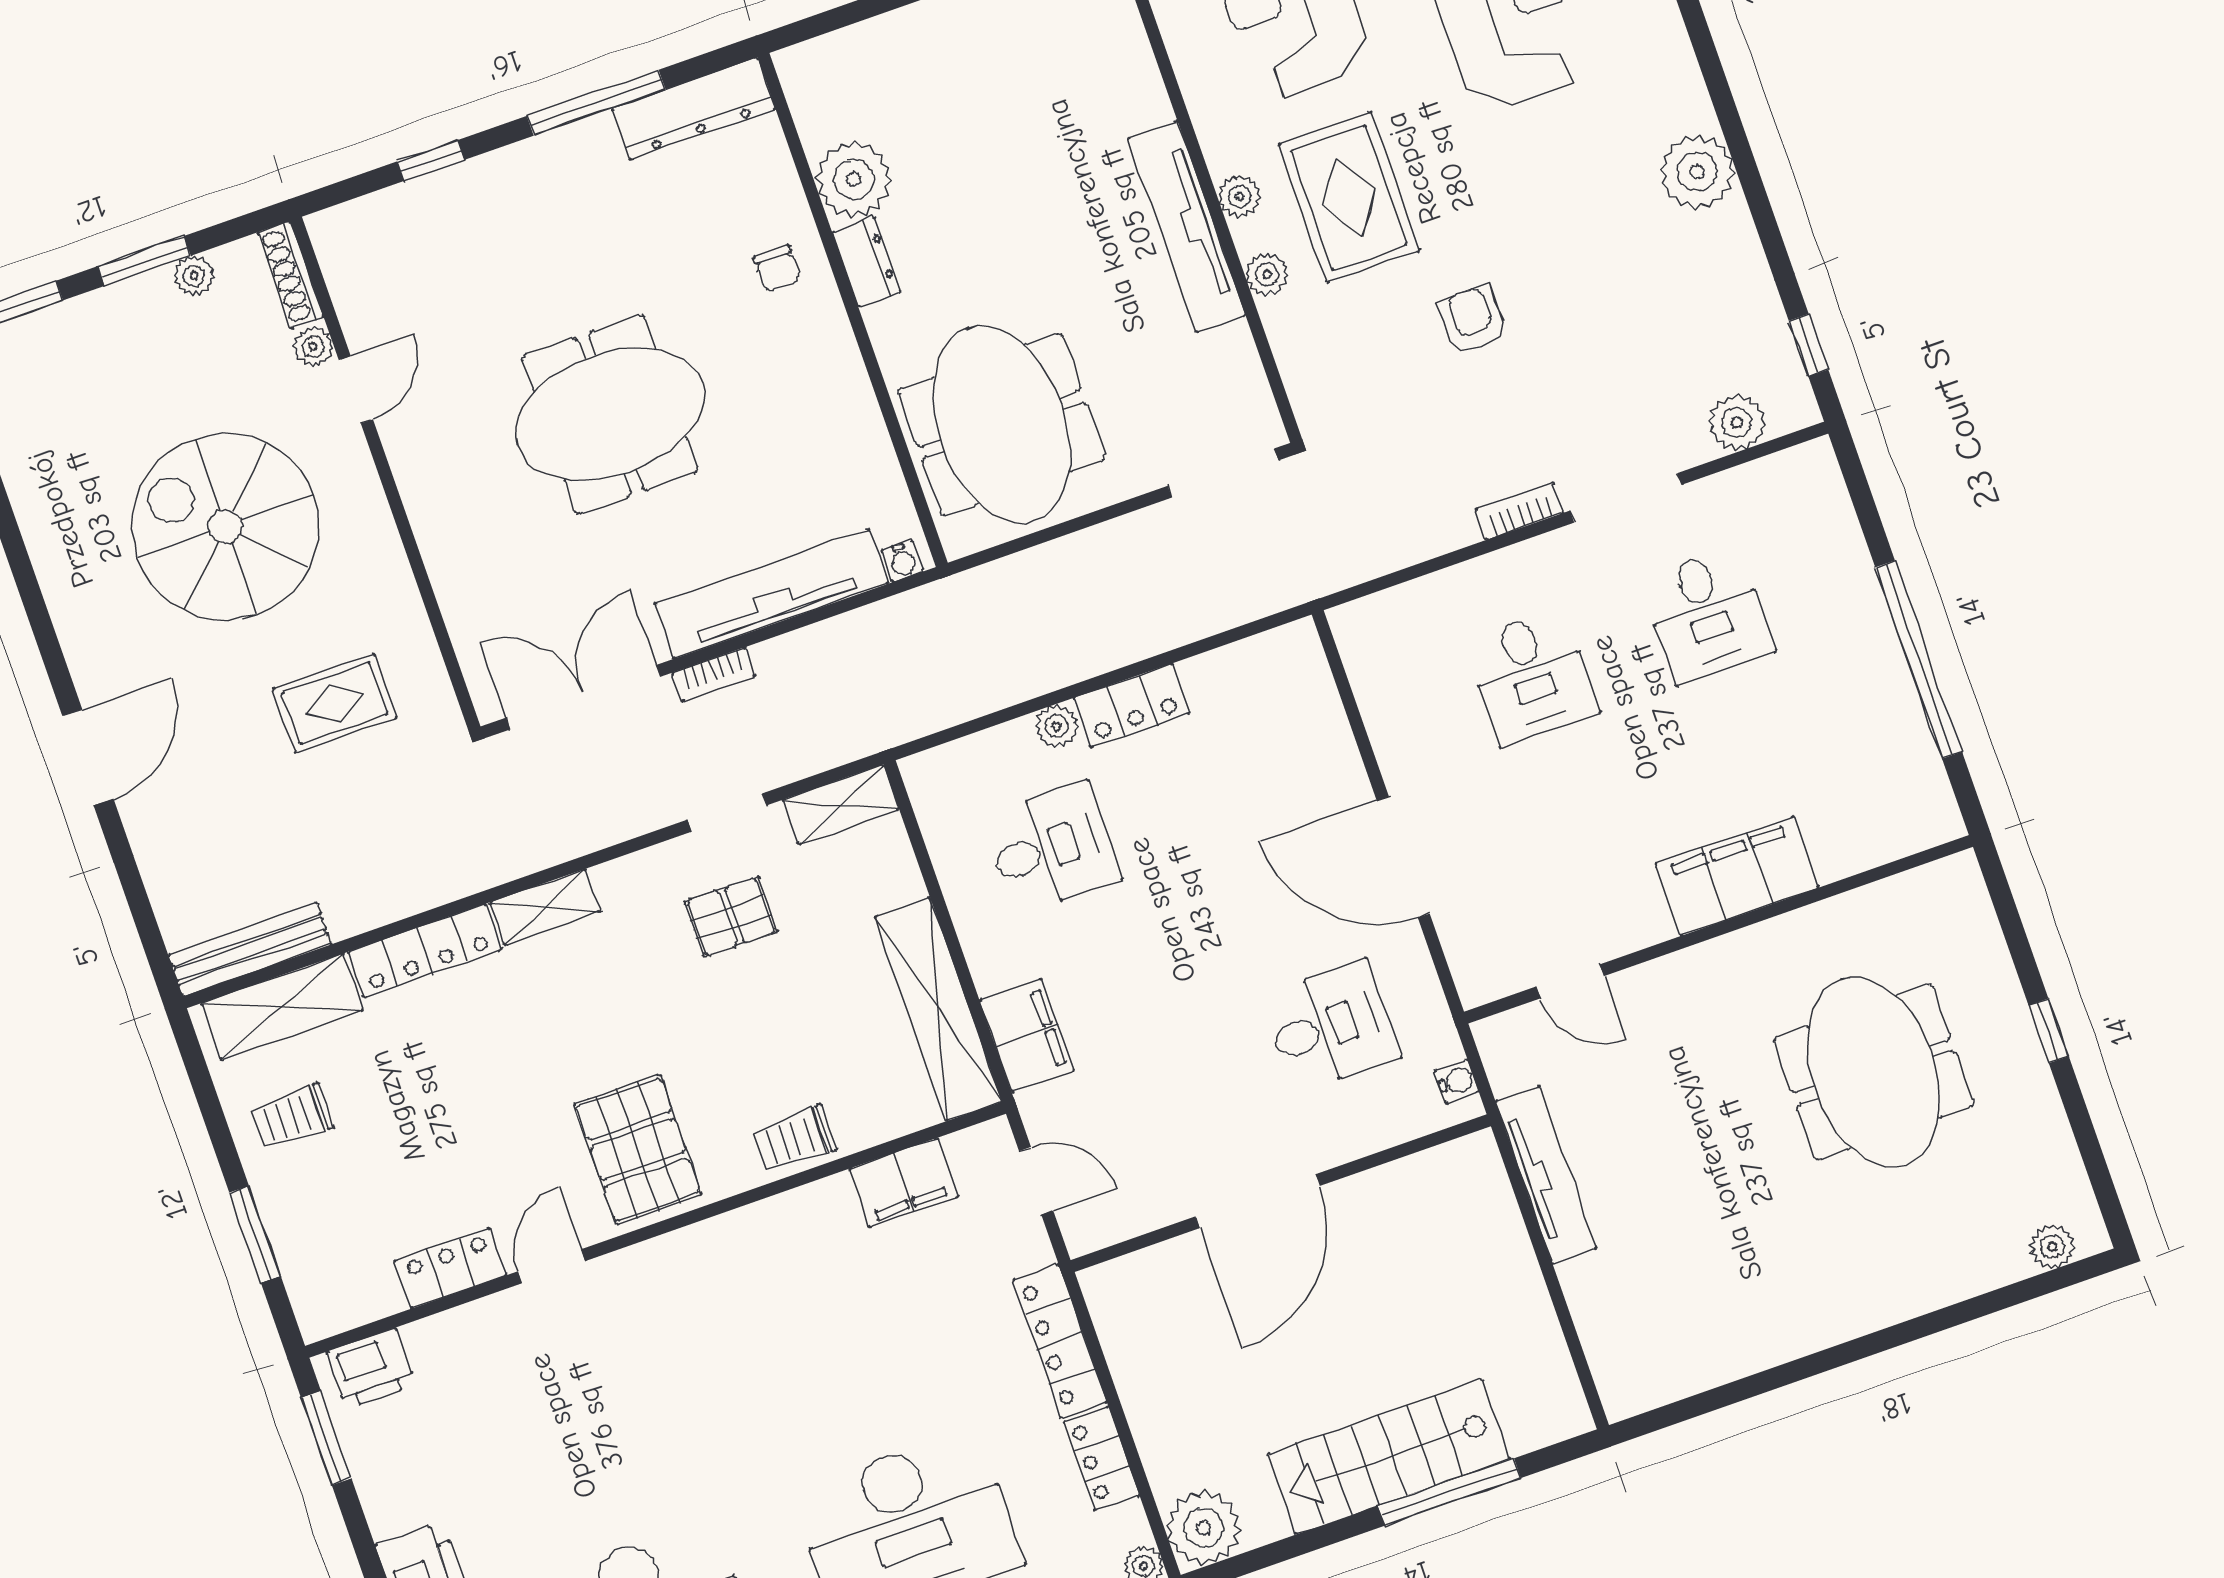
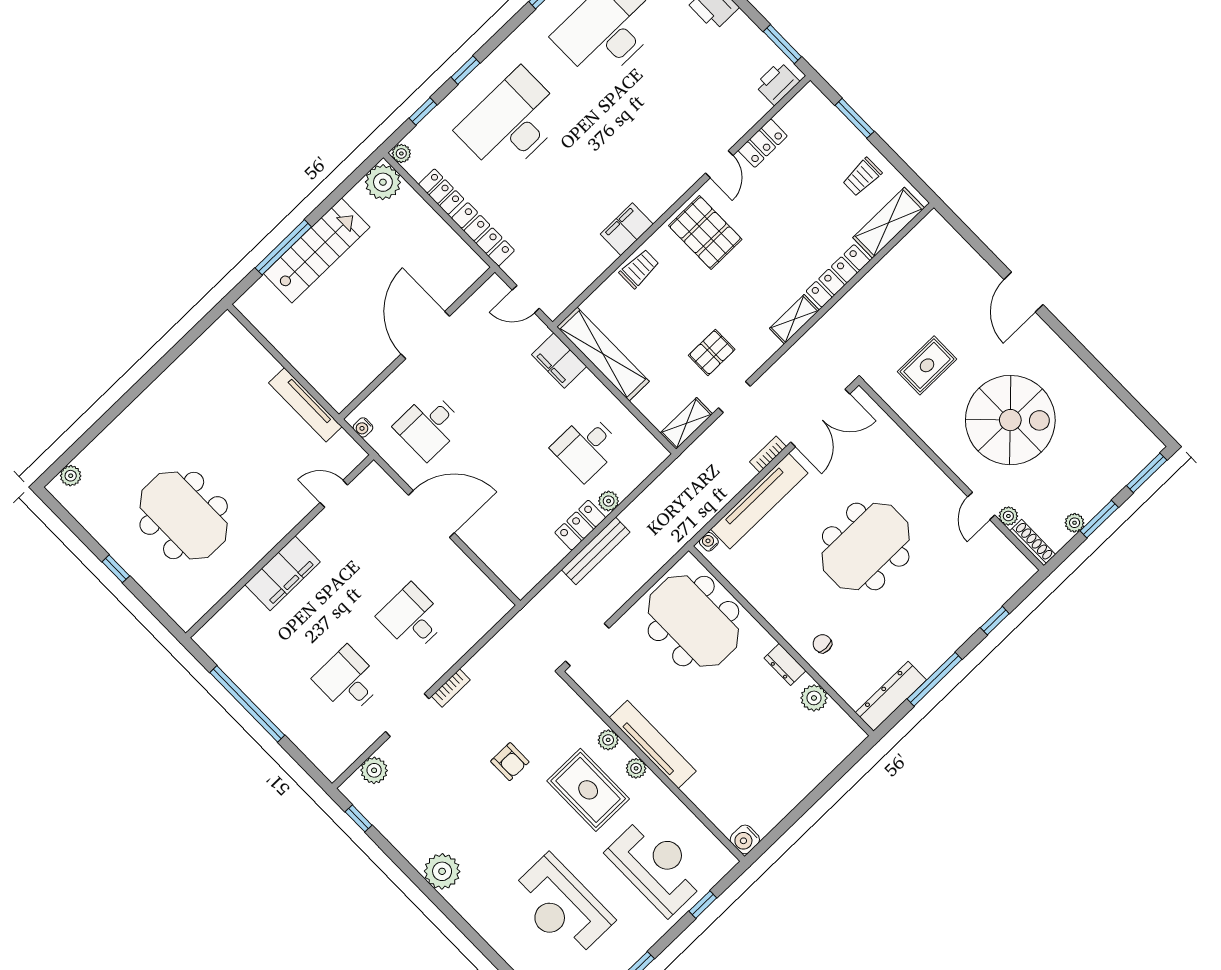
plant: (854, 179) -> (814, 698), width x0.73, depth x0.73
bench: (250, 950) -> (596, 551), moved
trolley: (292, 1117) -> (862, 177), turned 180
filing cabinet: (904, 1183) -> (627, 229), moved

